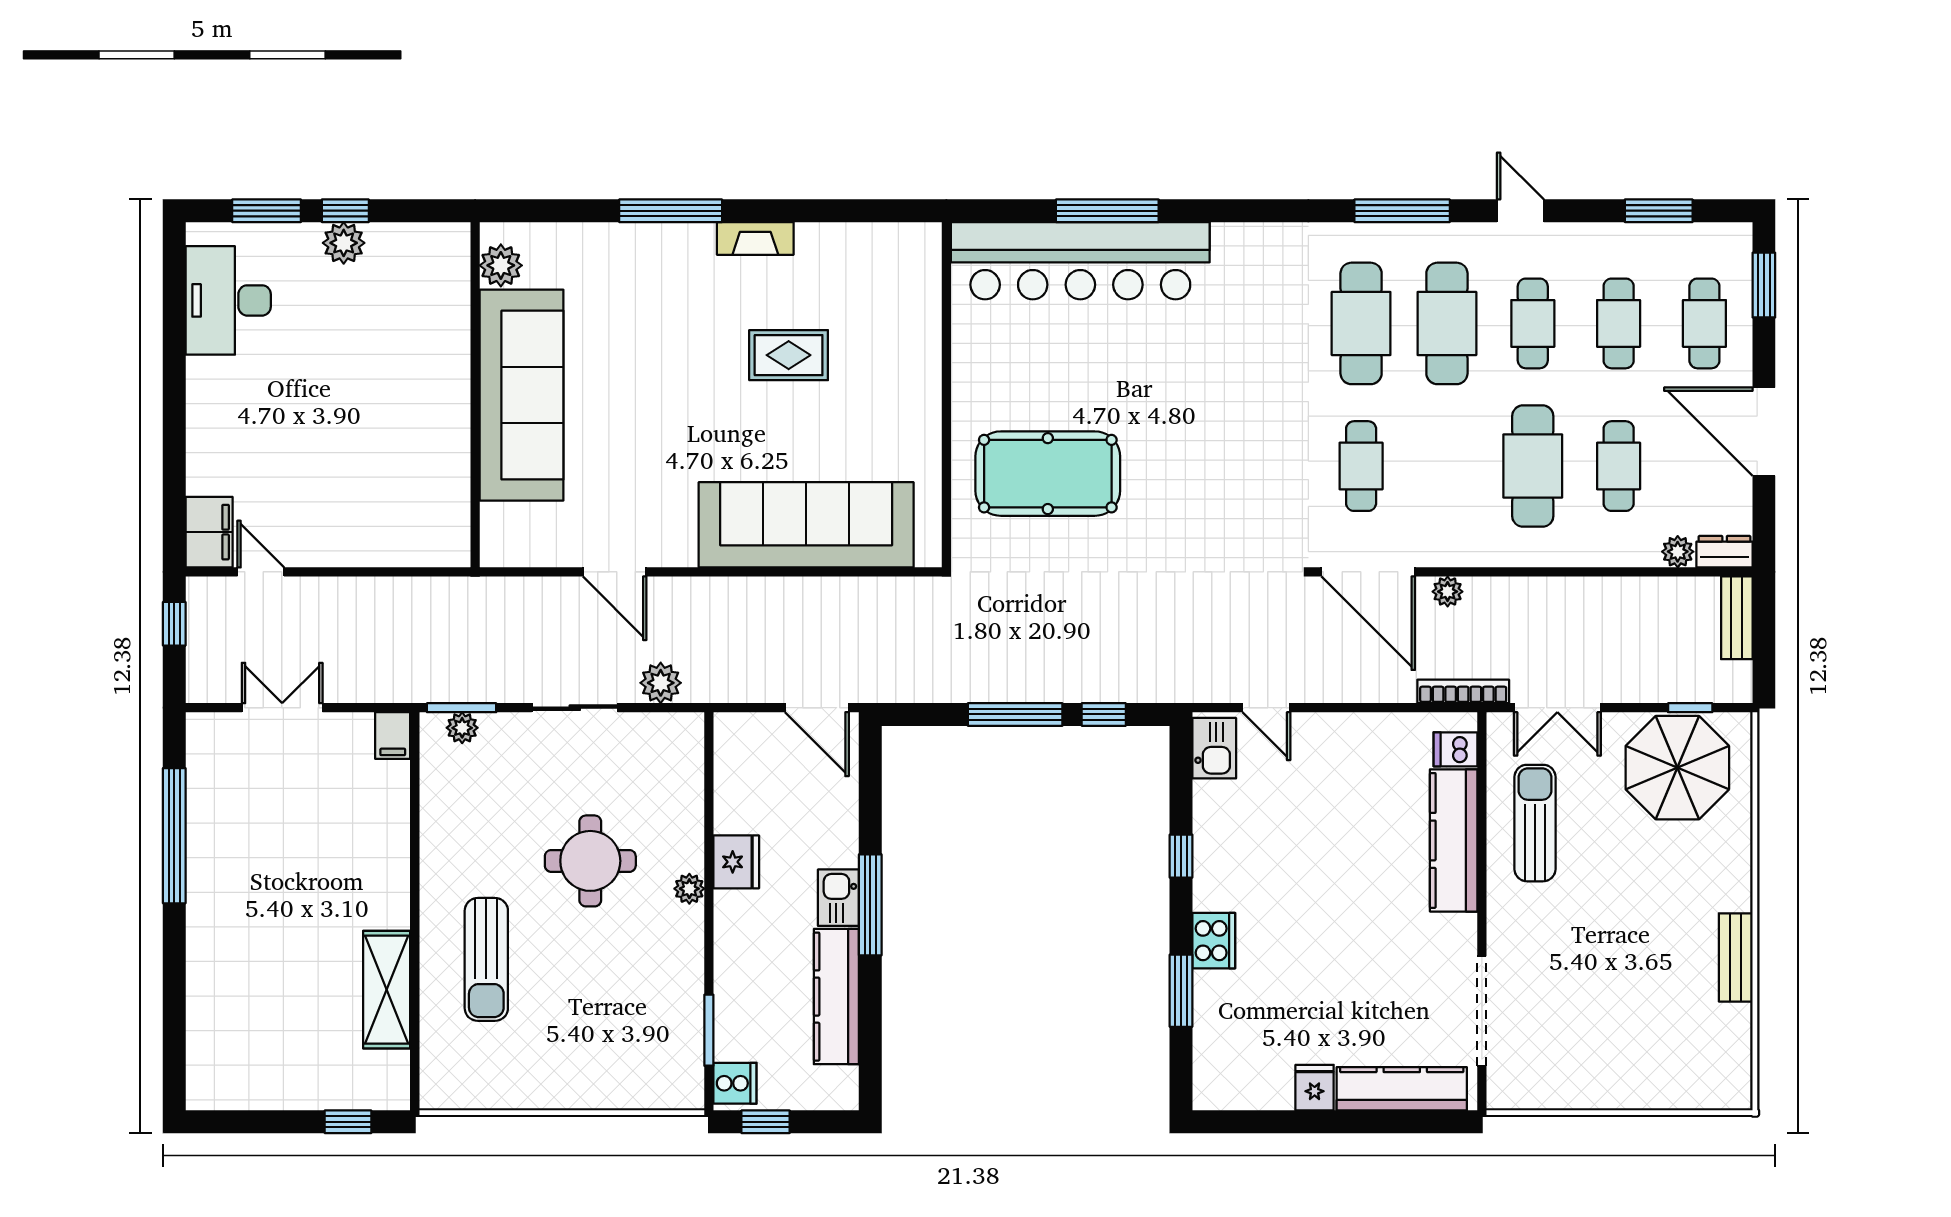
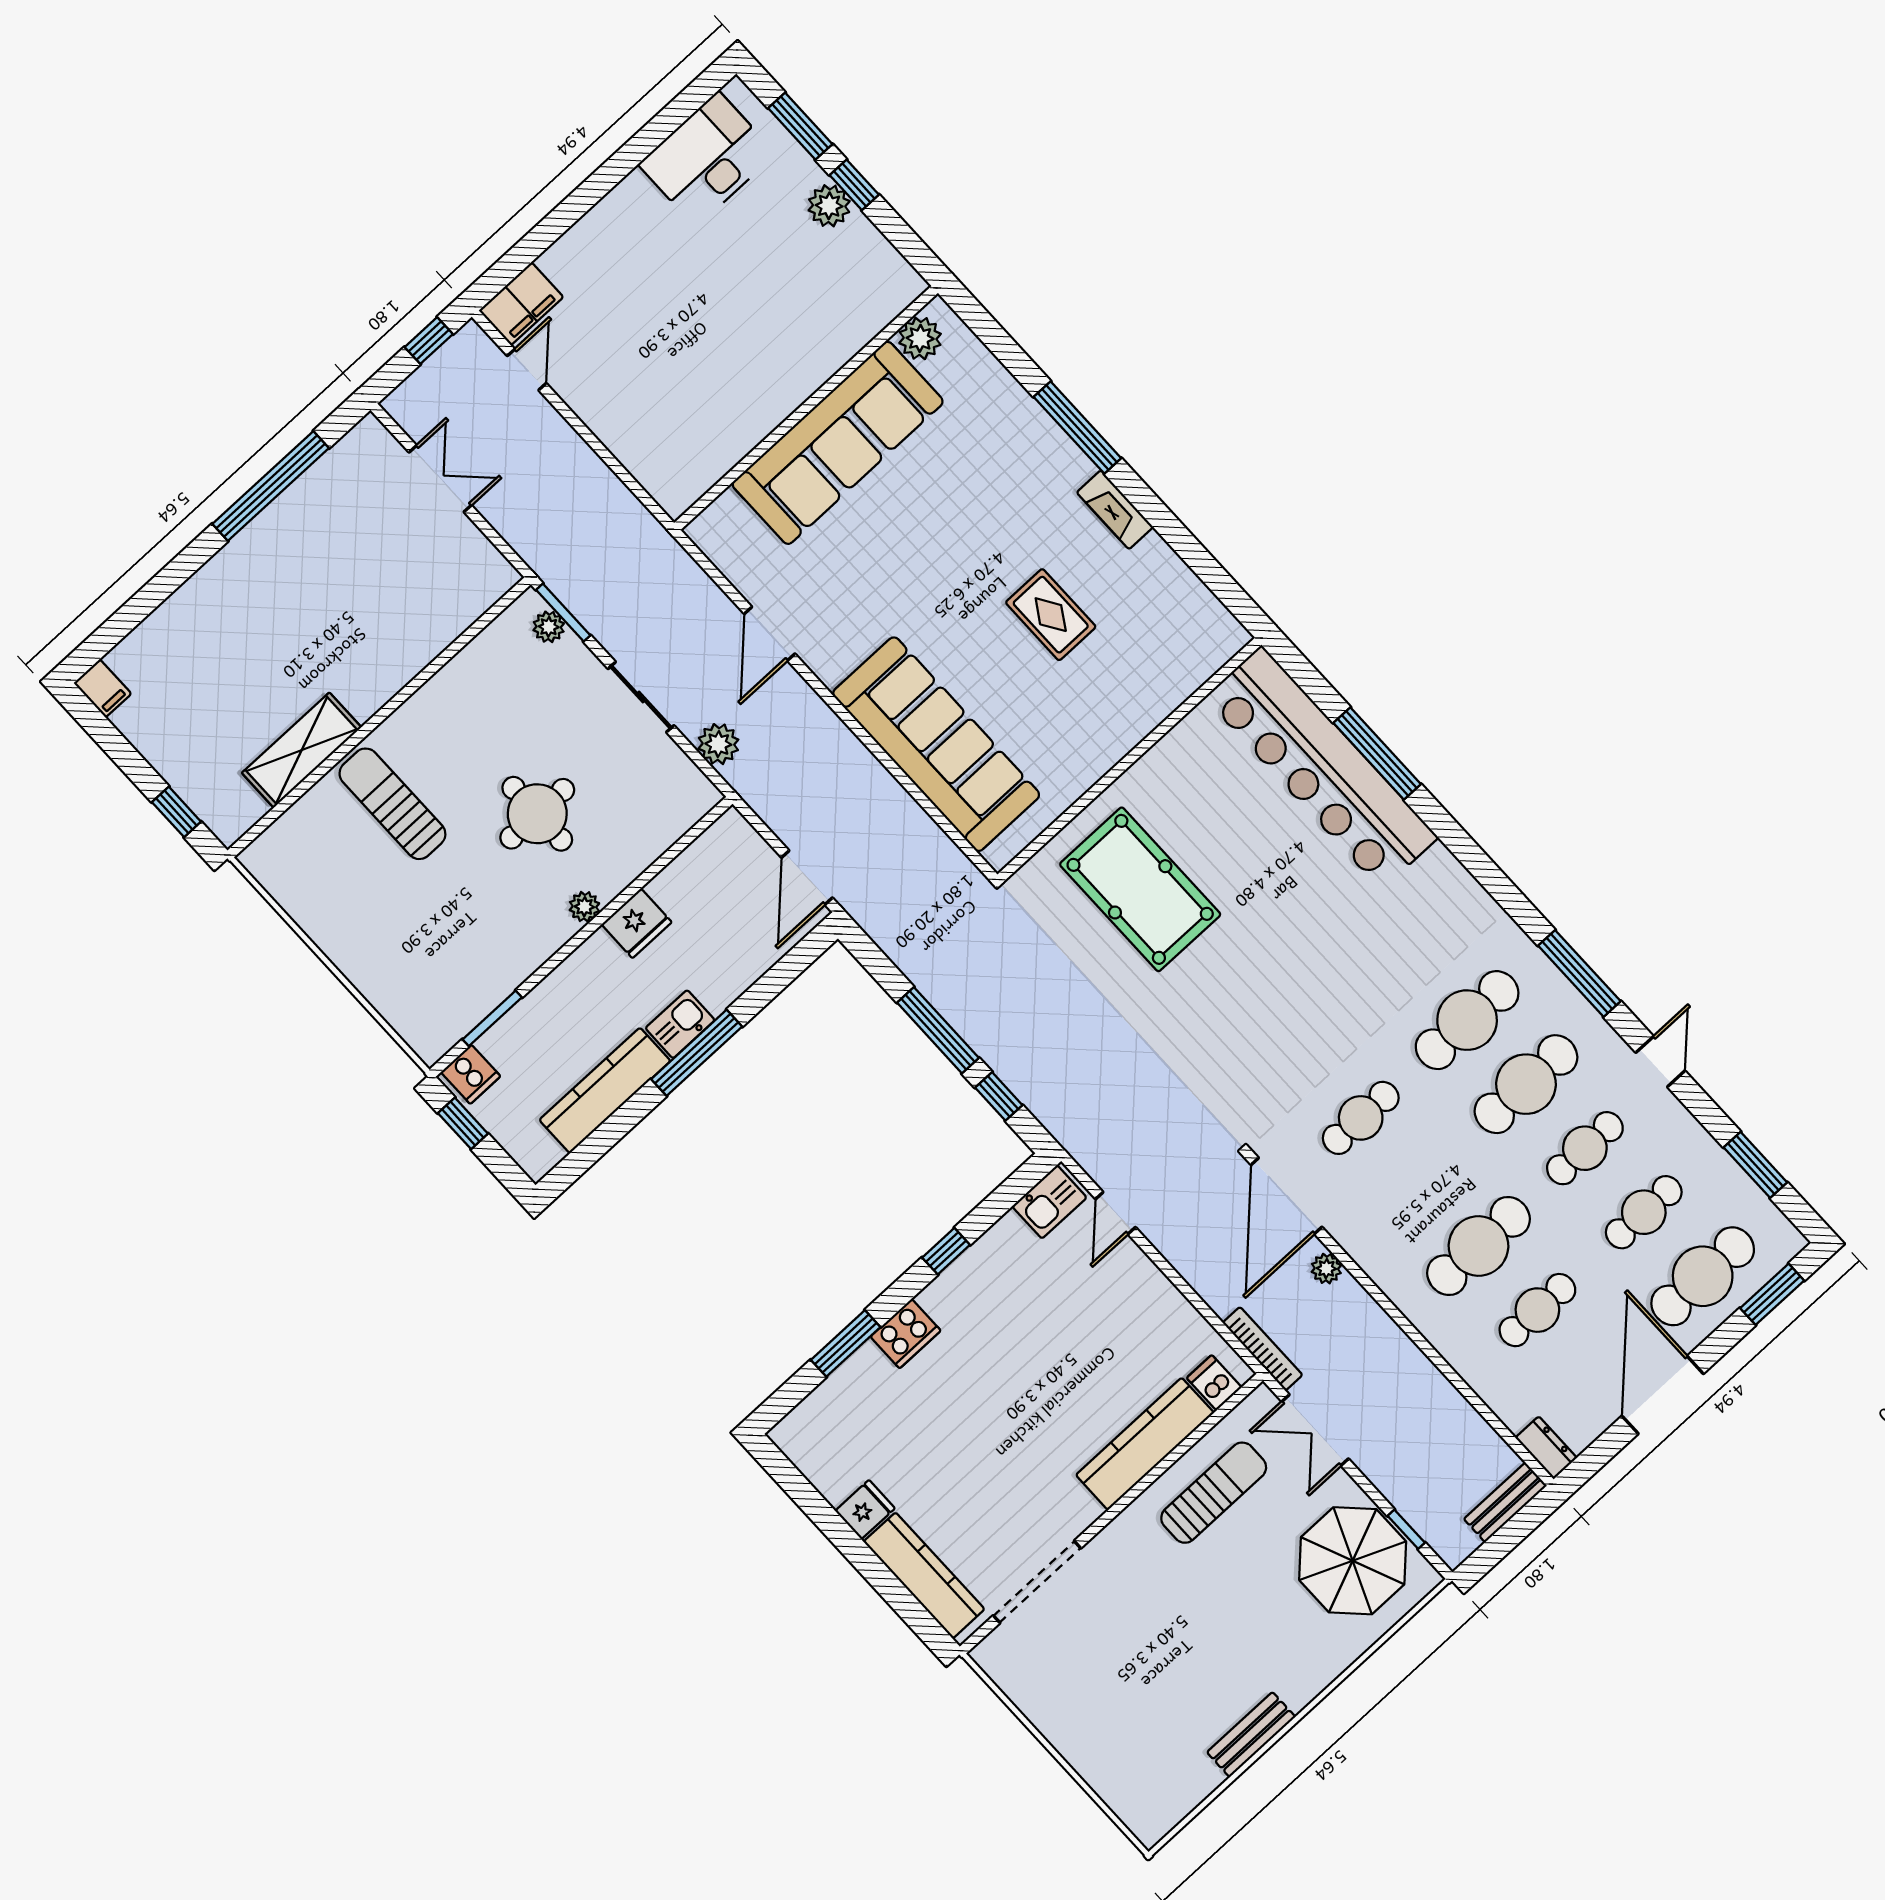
cafe table: (1704, 323) -> (1703, 1276), width x1.37, depth x1.35
plant: (1678, 552) -> (1514, 1413), removed
filing cabinet: (393, 736) -> (103, 688), moved, turned -90
sun lounger: (486, 959) -> (392, 804), turned 90

